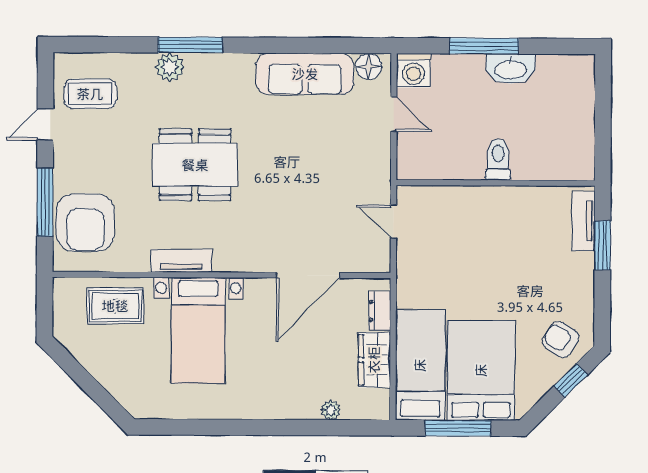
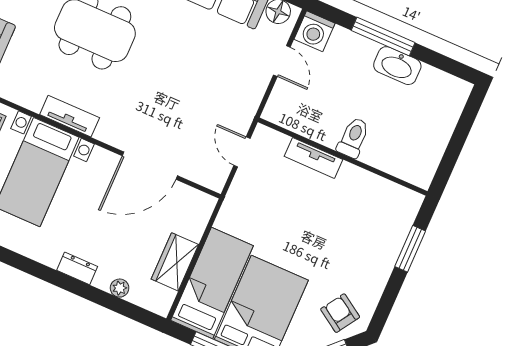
tv unit: (583, 221) -> (314, 158), moved, turned -90
tv unit: (181, 261) -> (70, 116), moved
dresser: (380, 311) -> (77, 268), moved, turned 90

